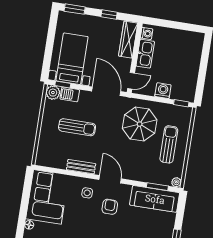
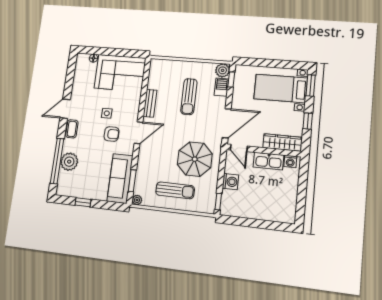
bed with nightstands: (72, 59) -> (281, 88), moved, turned 180
side table: (87, 193) -> (107, 113), moved

